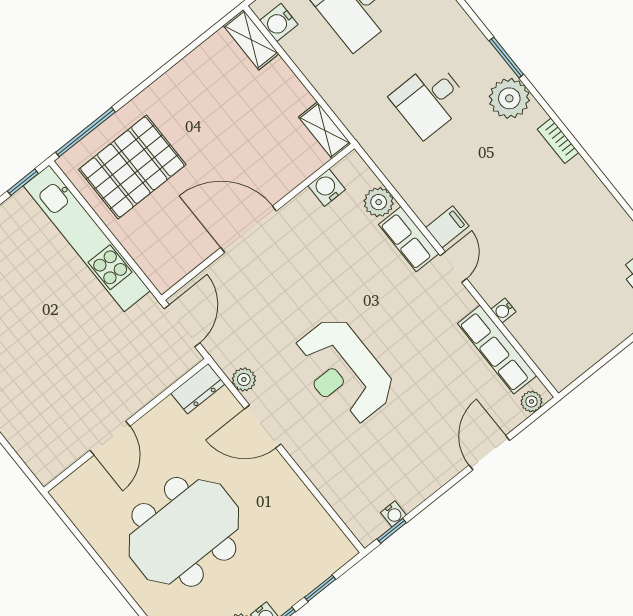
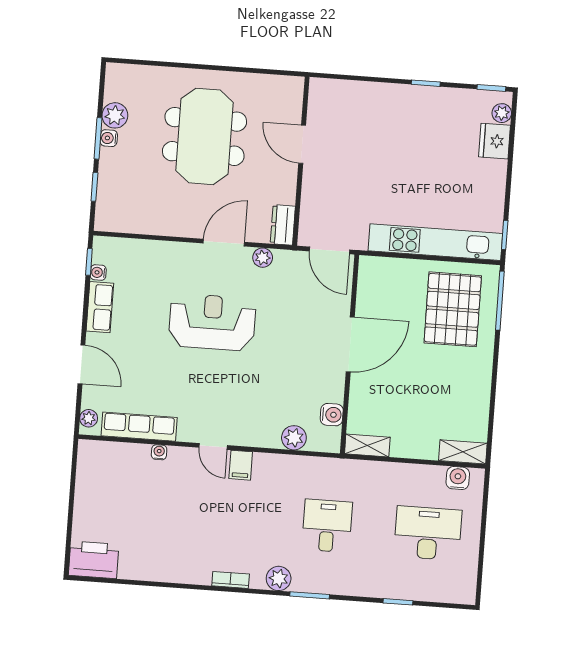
plant: (509, 98) -> (279, 578), width x0.73, depth x0.73
row of seats: (409, 239) -> (100, 307), moved, turned 90

